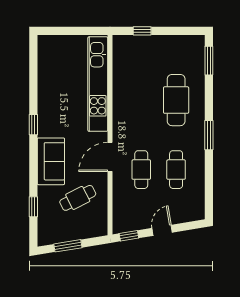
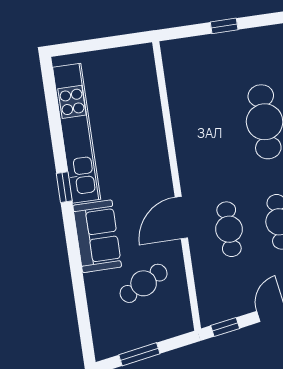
window: (142, 31) -> (224, 26), moved
kitchen unit: (98, 84) -> (77, 133), moved, turned 180
window: (33, 207) -> (81, 305), removed

